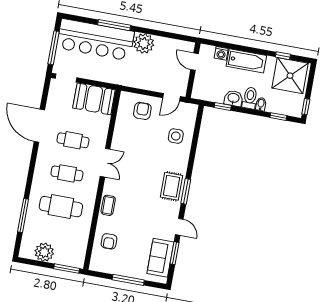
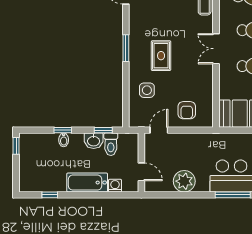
plant: (144, 43) -> (184, 181), moved
shower: (290, 76) -> (38, 175), removed
toilet: (250, 98) -> (111, 144), moved
window: (278, 117) -> (63, 130), moved
rug: (172, 186) -> (161, 56), moved
window: (186, 191) -> (126, 48), moved

